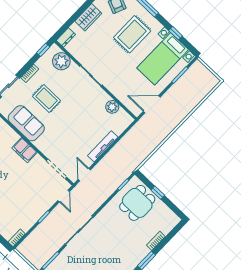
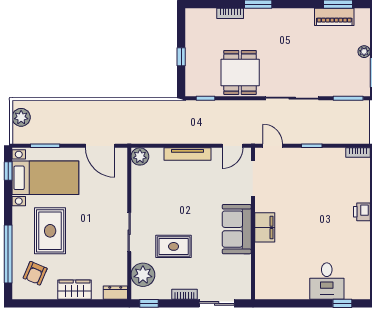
window: (176, 33) -> (8, 171), moved
rug: (132, 34) -> (50, 231), turned 90
plant: (207, 77) -> (21, 117), added
rug: (46, 98) -> (174, 246), moved, turned 90
plant: (112, 107) -> (140, 156), moved
sofa: (26, 123) -> (237, 229), moved
door: (64, 196) -> (273, 146), hinge flipped
dining table: (137, 203) -> (240, 72), moved, turned 90

